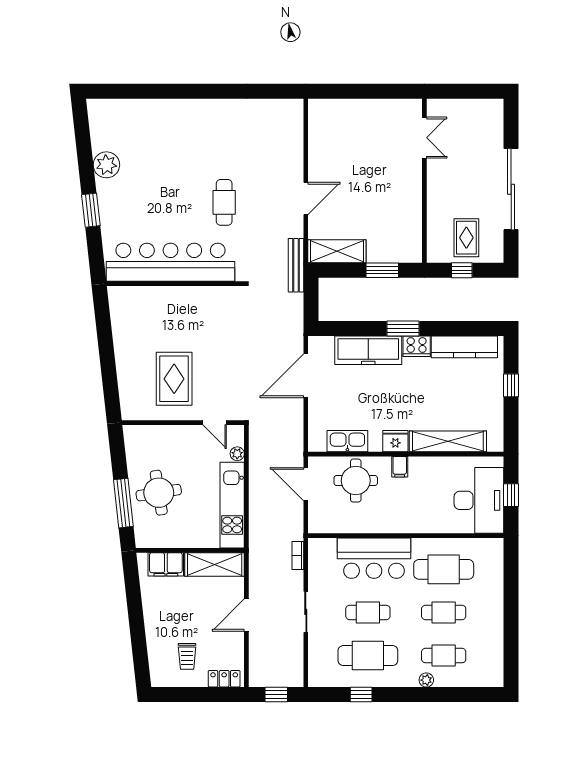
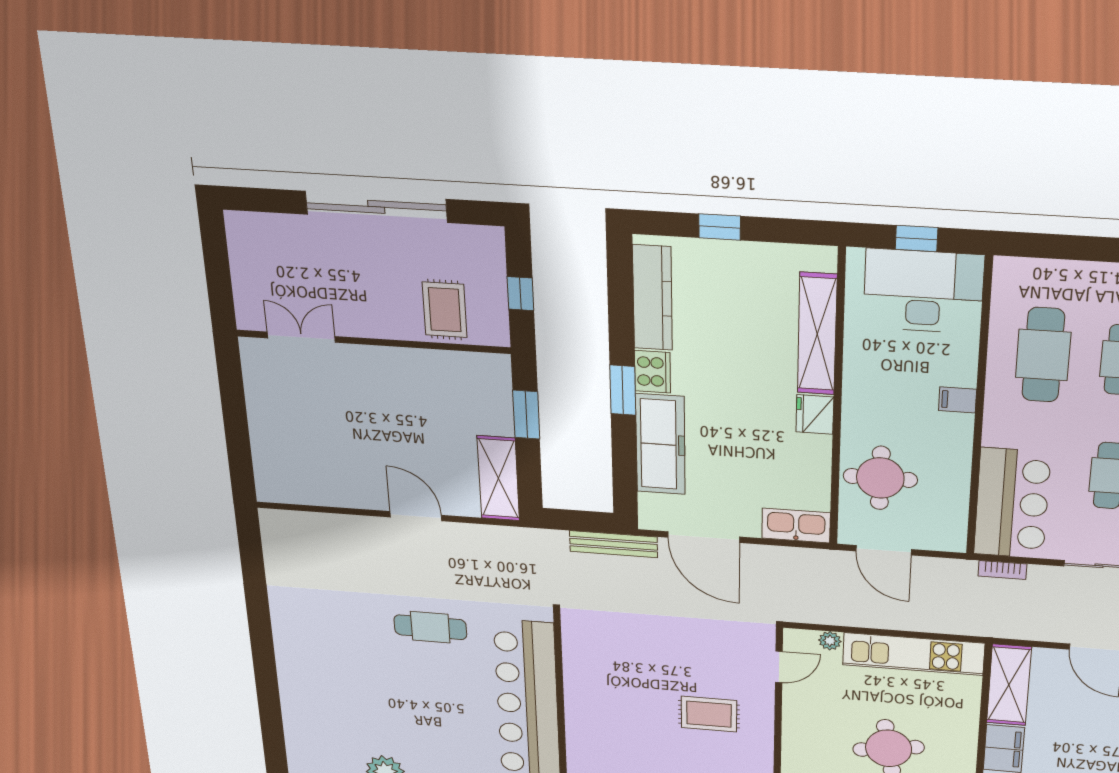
rug: (466, 238) -> (445, 310), moved, turned 90
bench: (296, 265) -> (613, 544), moved
rug: (174, 379) -> (709, 714), width x0.73, depth x0.70
kitchen sink: (347, 441) -> (796, 526), moved, turned 90
filing cabinet: (400, 467) -> (958, 400), moved, turned 180
door: (306, 484) -> (884, 550), hinge flipped
bar counter: (374, 558) -> (1012, 503), moved

